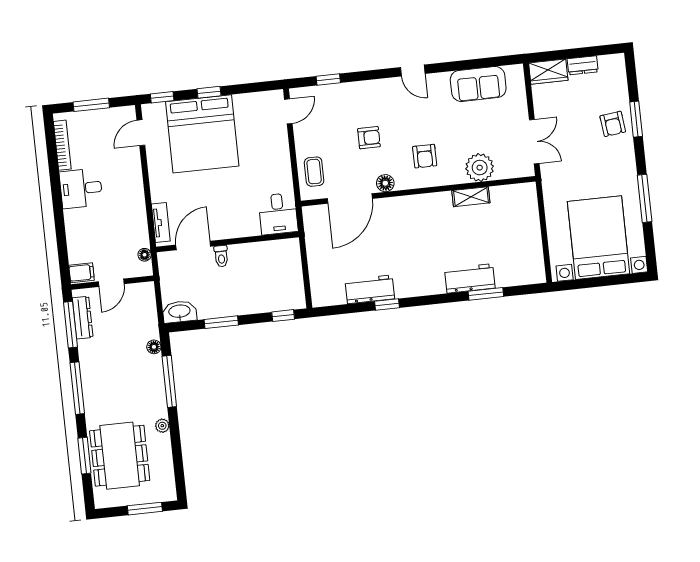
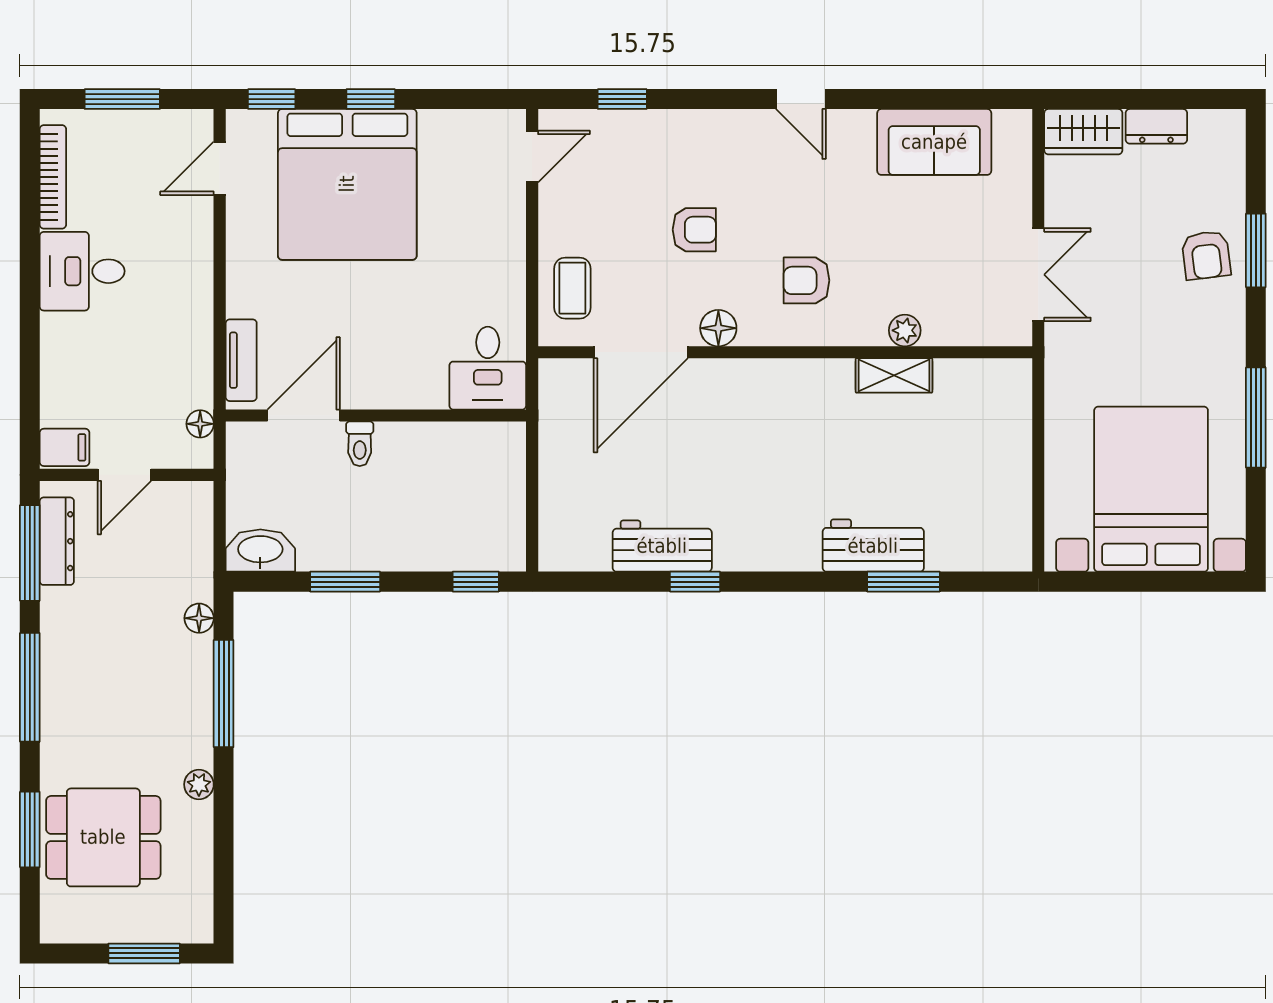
armchair: (425, 156) -> (806, 280), turned 90
plant: (480, 168) -> (905, 330), width x0.53, depth x0.53
dining table: (120, 456) -> (103, 837), width x0.73

